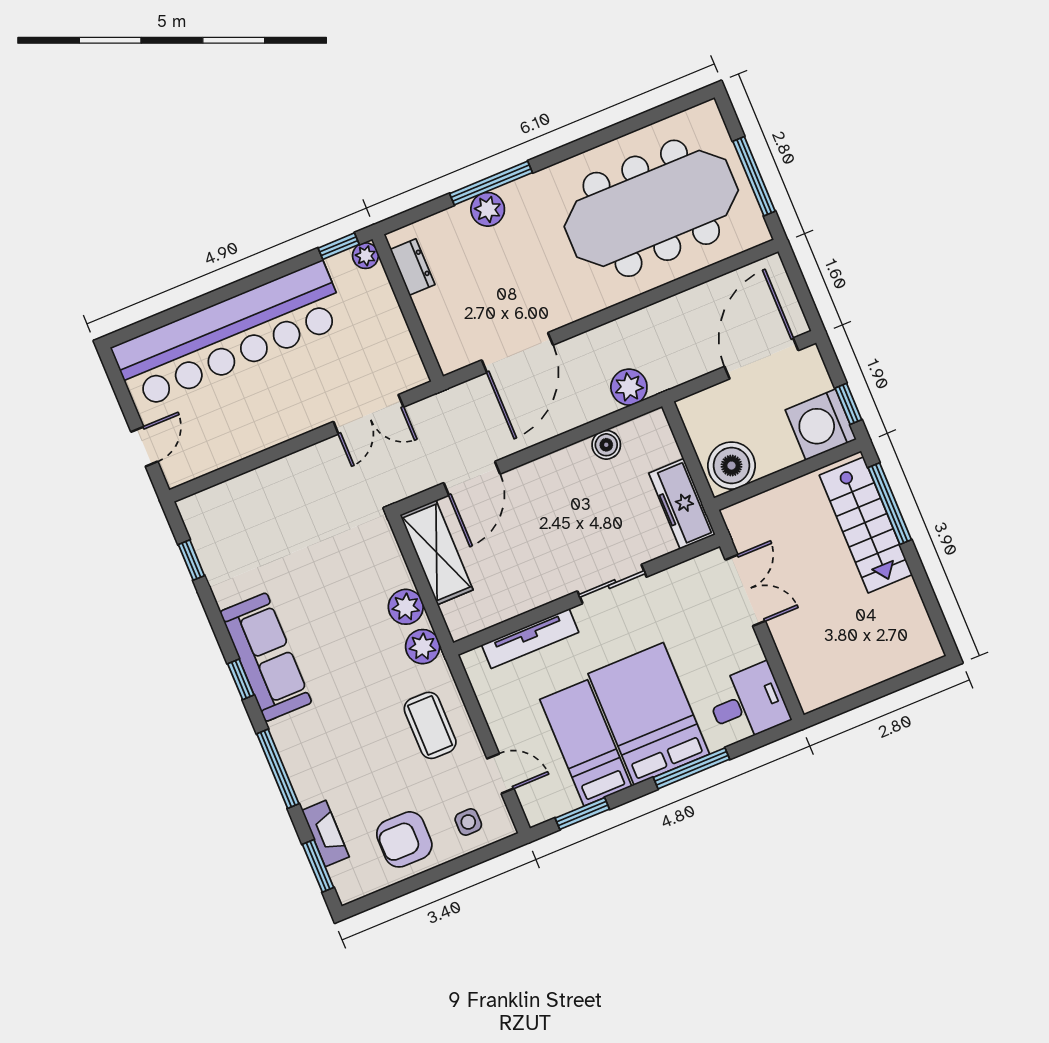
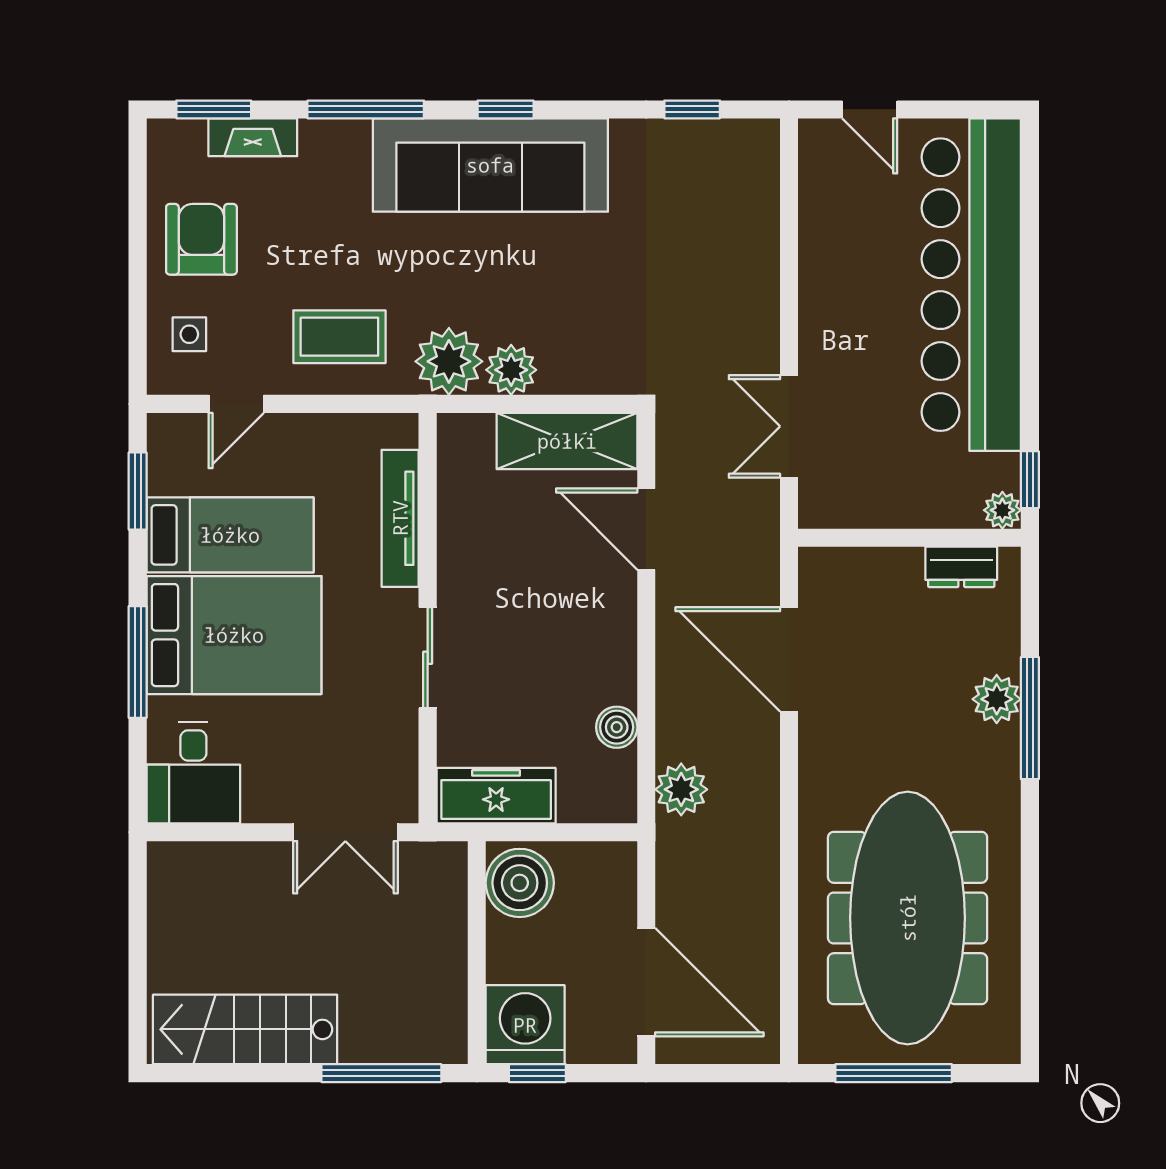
stairs: (866, 525) -> (245, 1029), moved
plant: (423, 647) -> (449, 361), width x1.36, depth x1.36
sofa: (266, 657) -> (490, 165), width x1.36, depth x1.27

